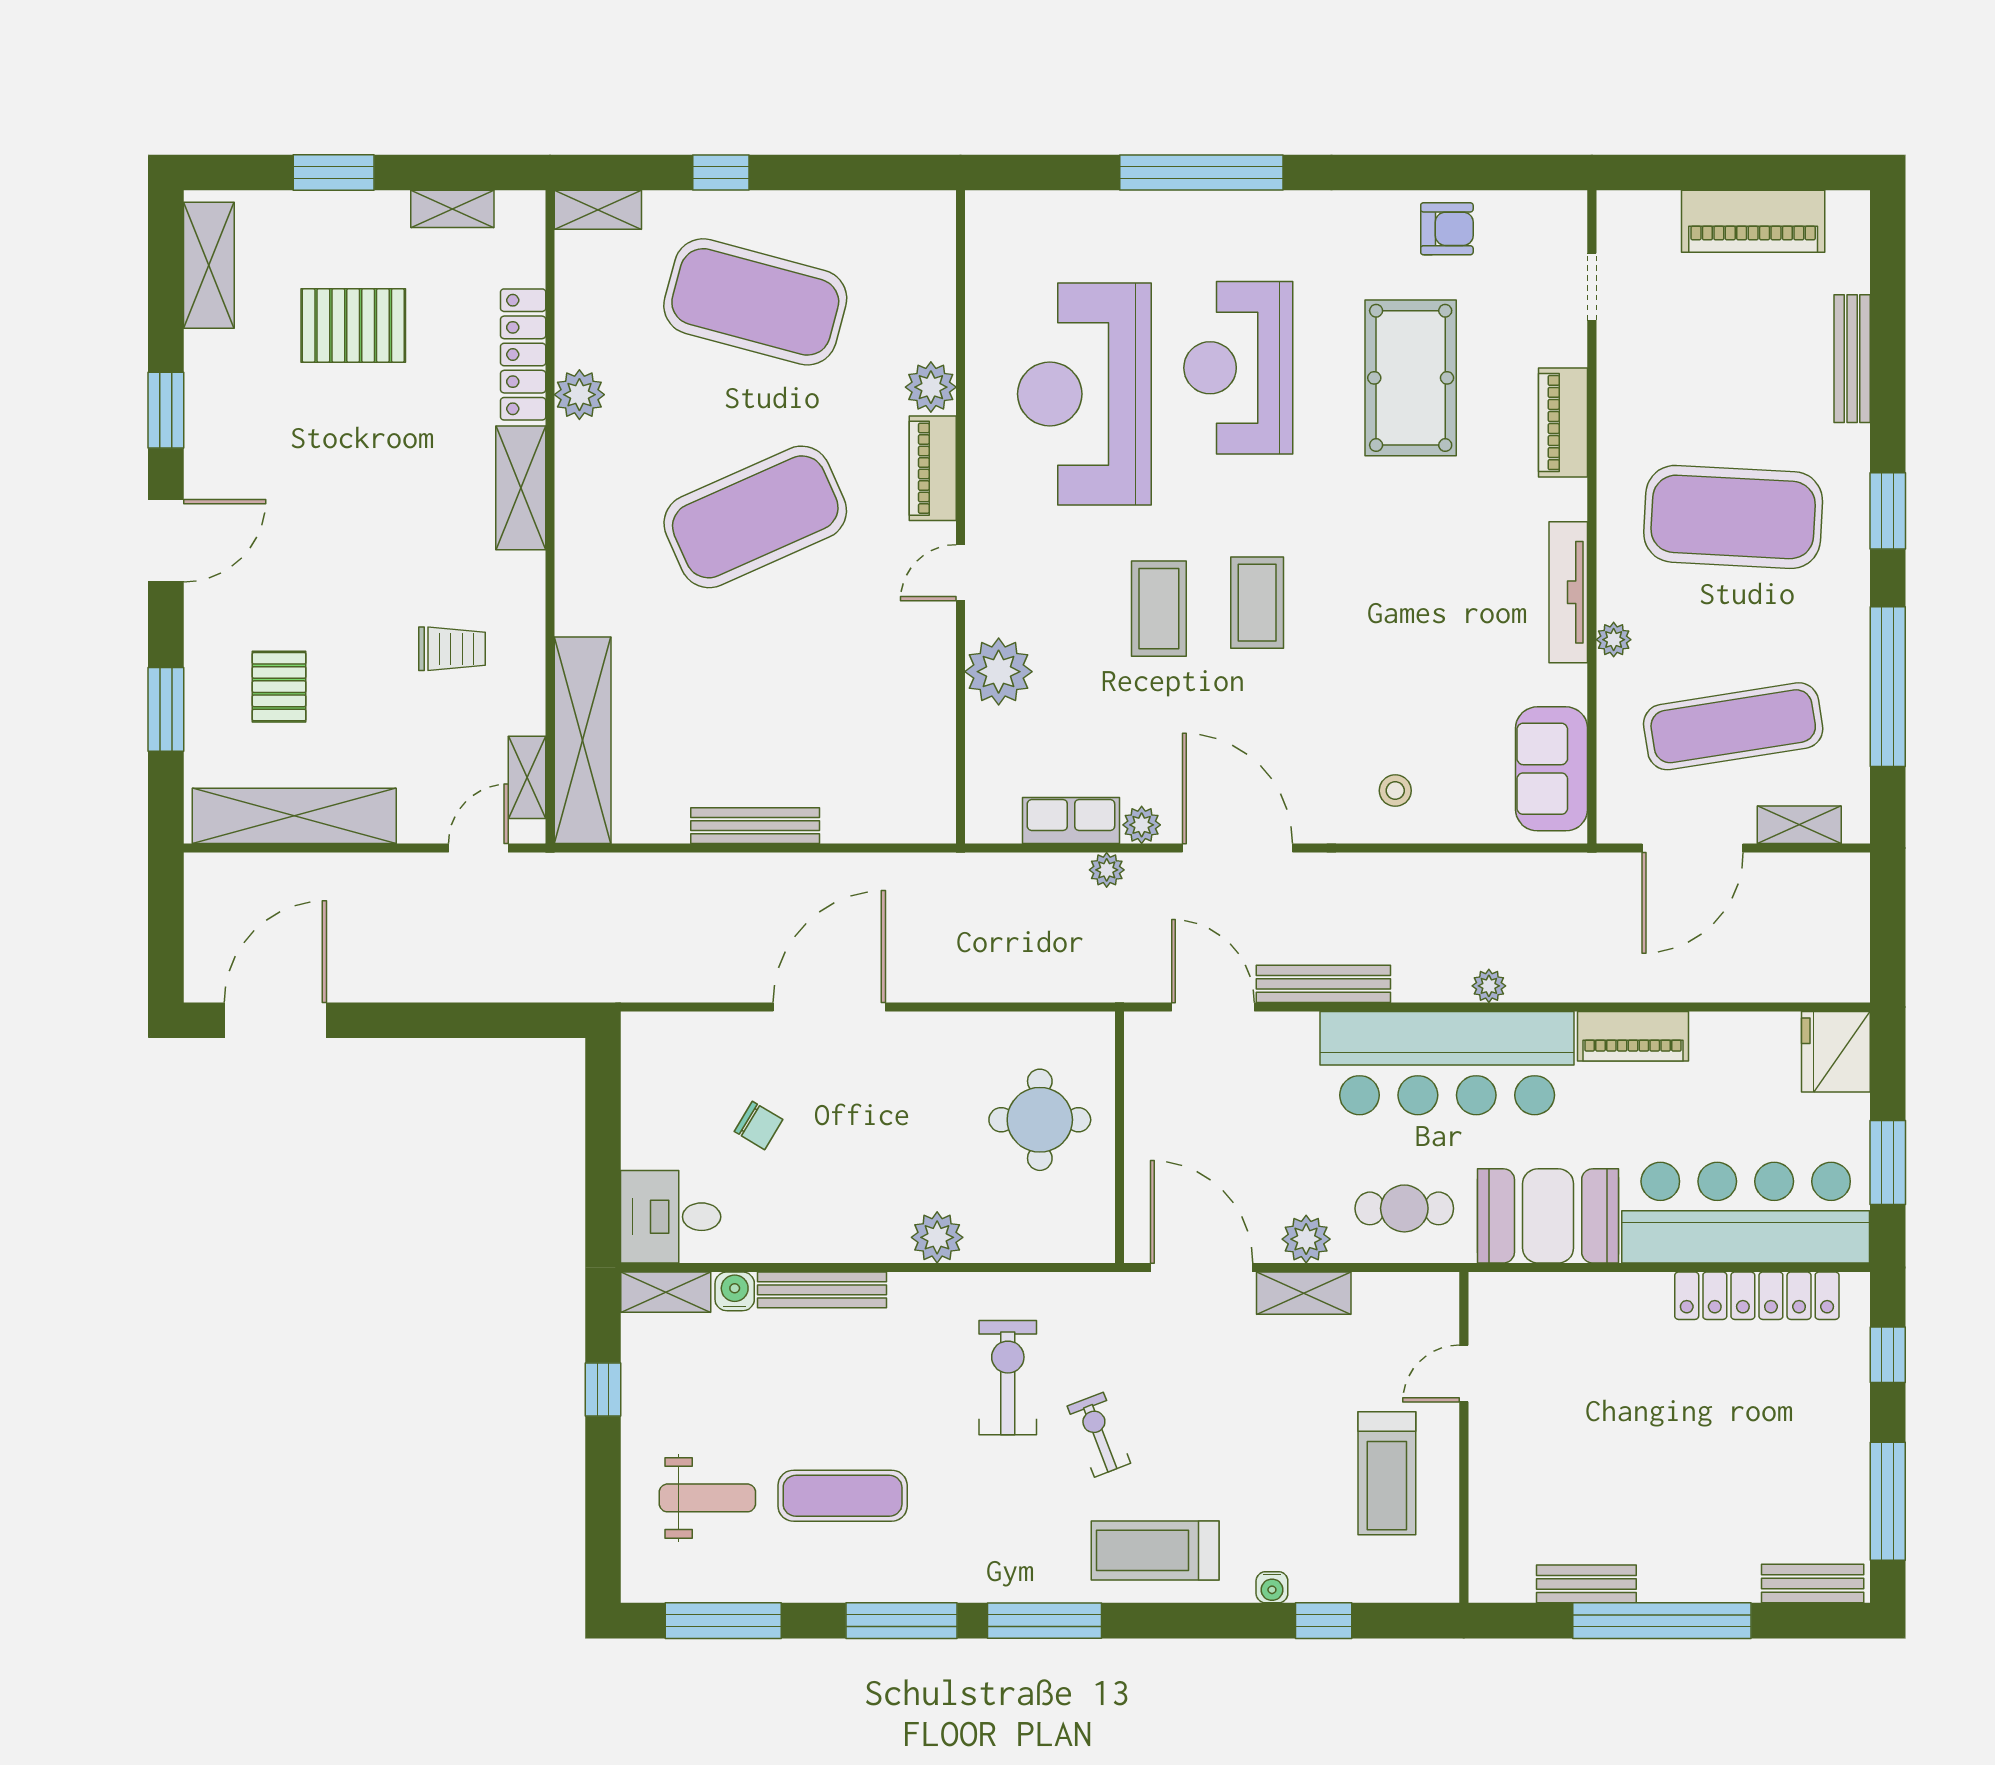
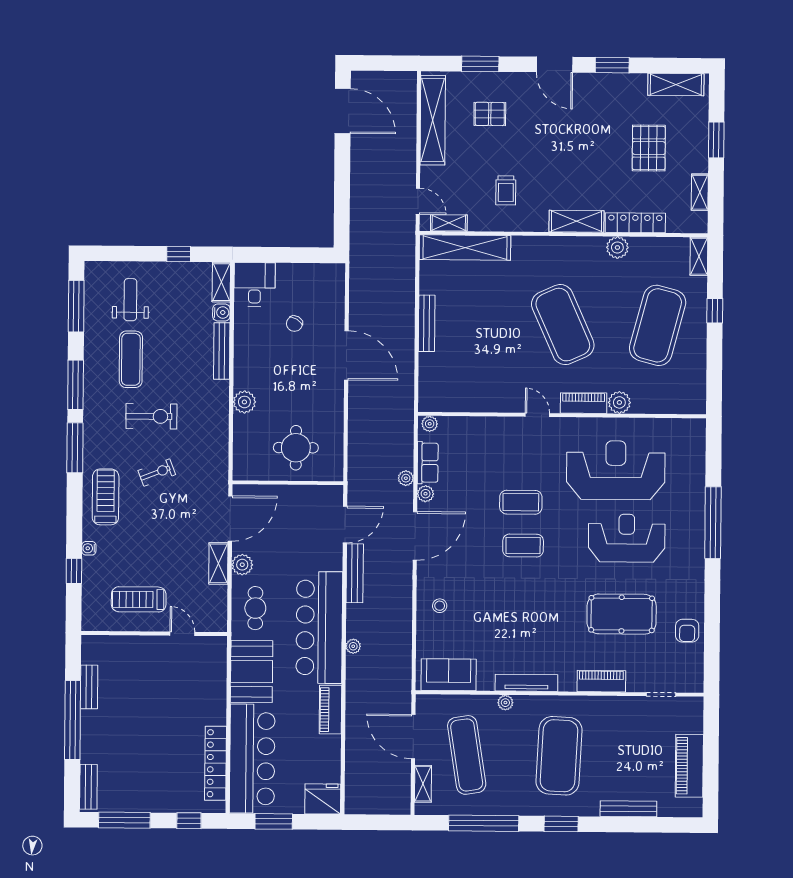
plant: (999, 672) -> (430, 424), moved, width x0.53, depth x0.53
exercise bike: (1008, 1378) -> (151, 416), moved
weight bench: (707, 1498) -> (130, 300), turned 180

